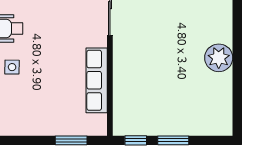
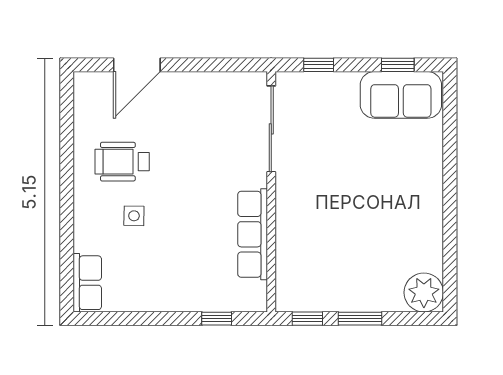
plant: (219, 58) -> (424, 293), moved
window: (71, 140) -> (217, 319), width x0.67

